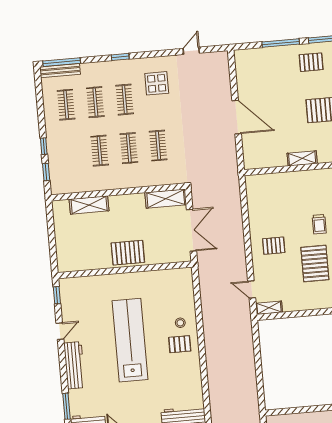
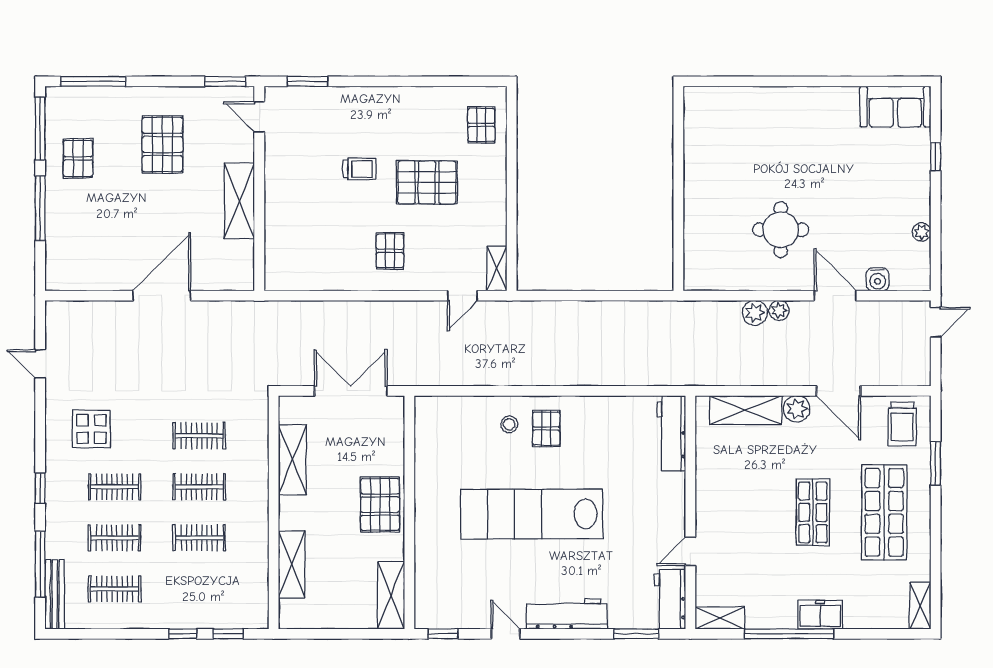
window: (62, 62) -> (40, 564), moved
shelving: (302, 158) -> (239, 201), width x1.50, depth x1.33
shelving: (166, 199) -> (292, 460), moved
shelving: (76, 264) -> (391, 595), added

